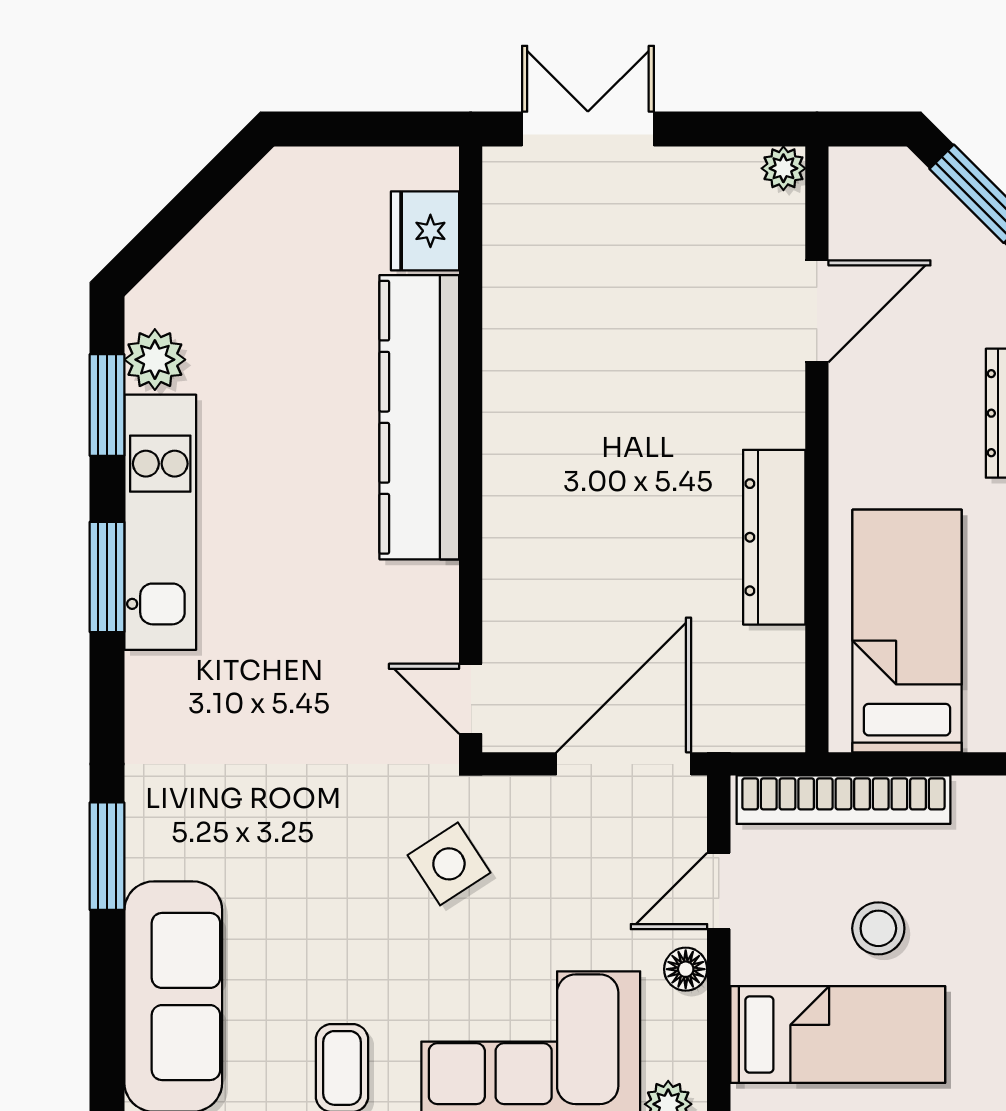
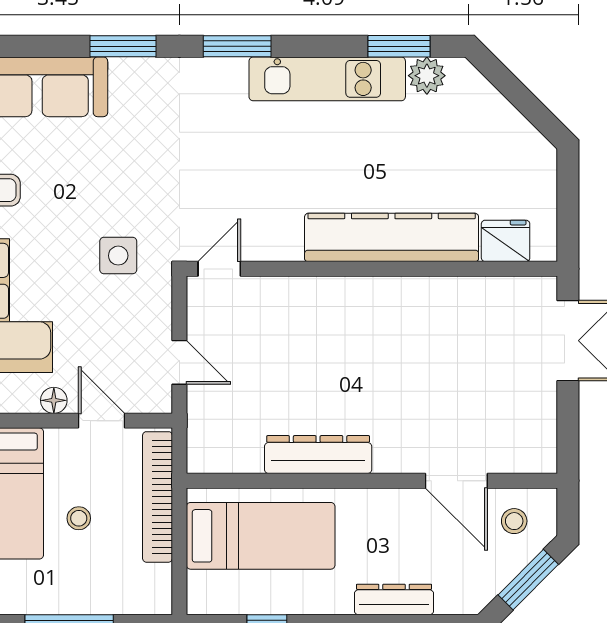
plant: (783, 168) -> (544, 460), removed
stool: (883, 217) -> (514, 521), added
window: (107, 577) -> (237, 46), moved
door: (624, 764) -> (179, 362), width x0.53
side table: (449, 864) -> (118, 256), turned 33
stool: (878, 928) -> (79, 518), width x0.73, depth x0.73

